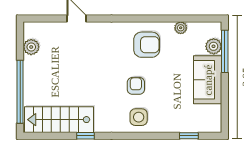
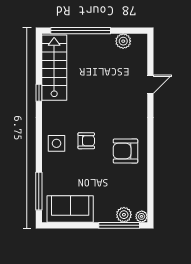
plant: (181, 28) -> (142, 216), moved
armchair: (147, 45) -> (125, 151), turned 90
sofa: (208, 80) -> (70, 209), moved
window: (189, 136) -> (39, 191), width x2.17

